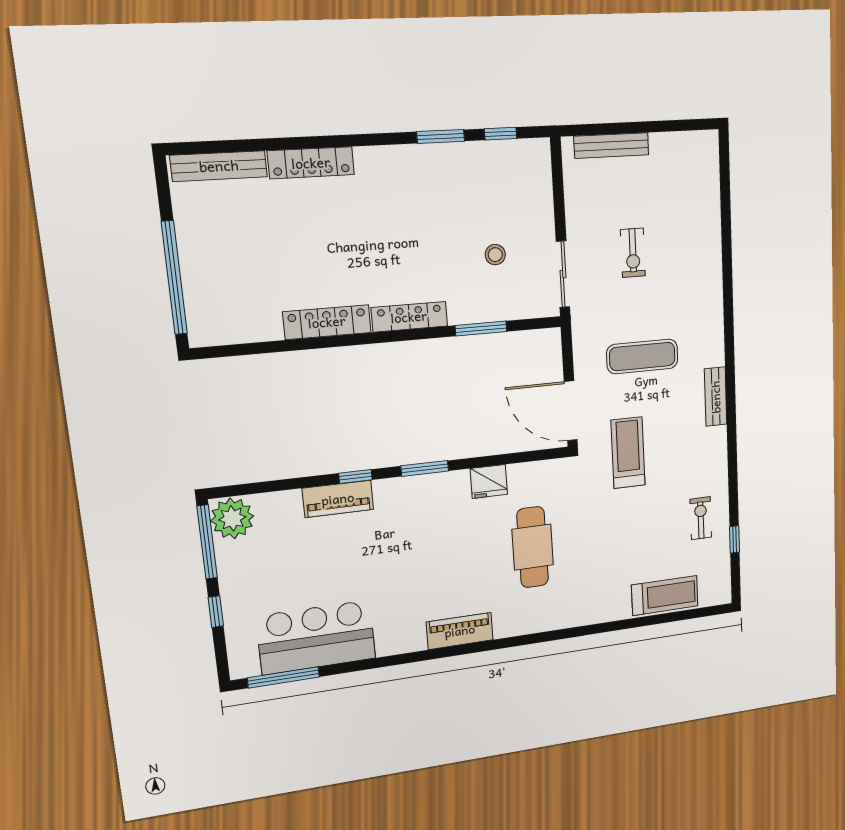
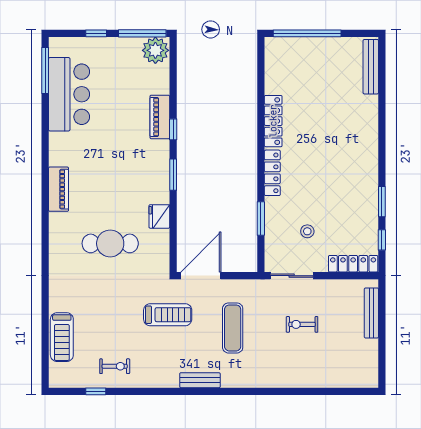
locker: (311, 163) -> (353, 264), moved, turned 90

